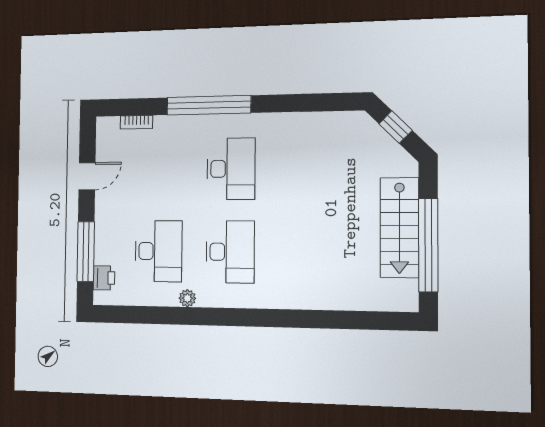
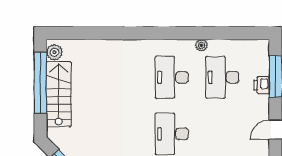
printer: (104, 278) -> (262, 85), moved
plant: (406, 292) -> (54, 52), added

